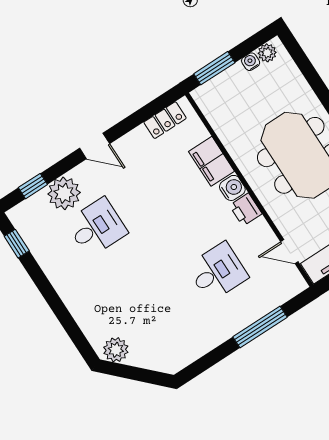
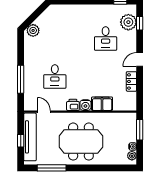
locker: (165, 120) -> (131, 81), moved
plant: (64, 193) -> (128, 22), moved
door: (289, 252) -> (44, 112), hinge flipped
plant: (116, 350) -> (33, 30), moved

